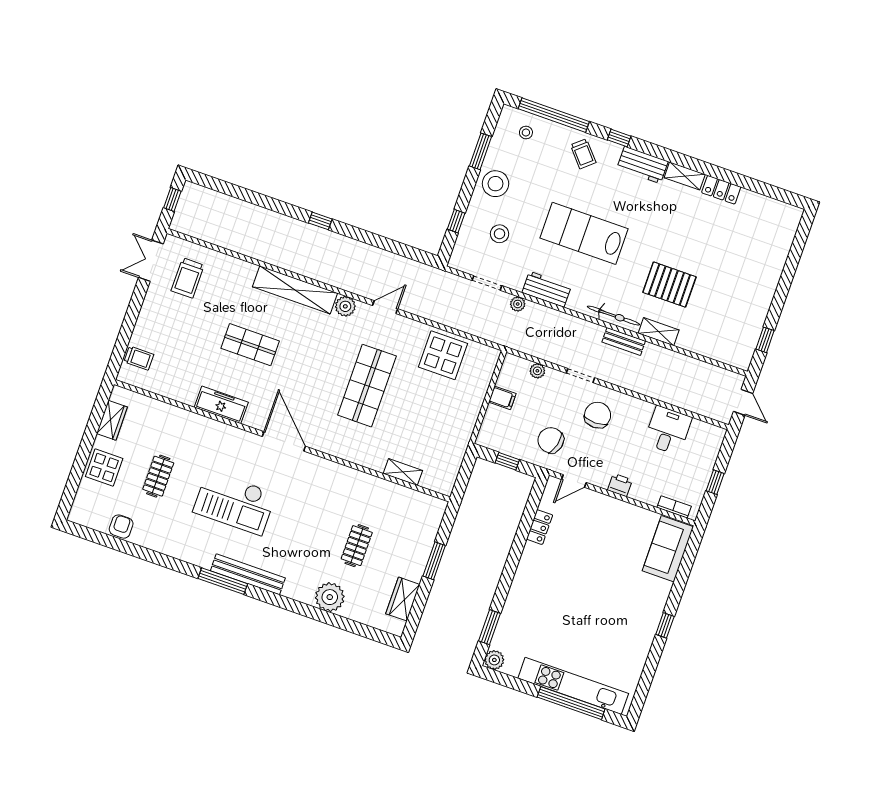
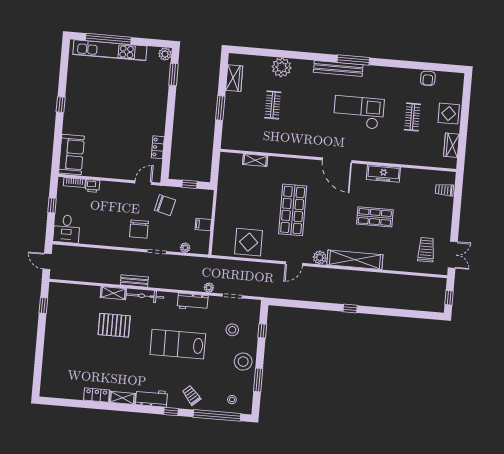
lab bench: (584, 233) -> (178, 344), turned 180
desk: (668, 430) -> (67, 229), moved
printer: (620, 485) -> (93, 186), moved

